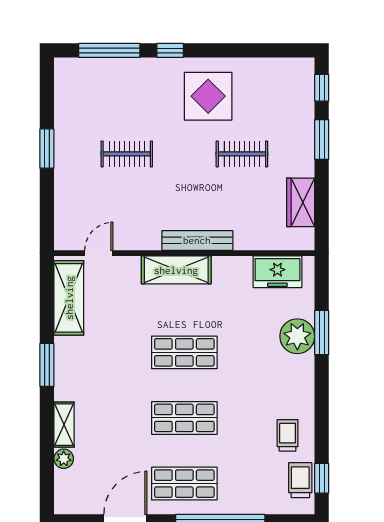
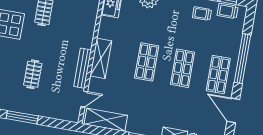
window: (47, 149) -> (22, 117), width x1.44
bench: (197, 240) -> (83, 68), moved
door: (99, 253) -> (84, 99), swing flipped

